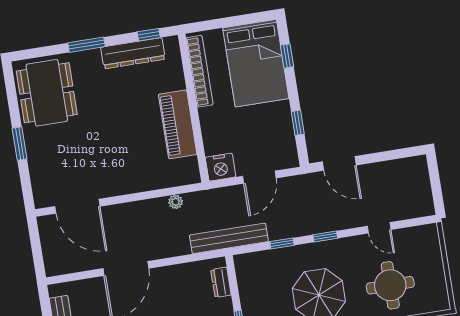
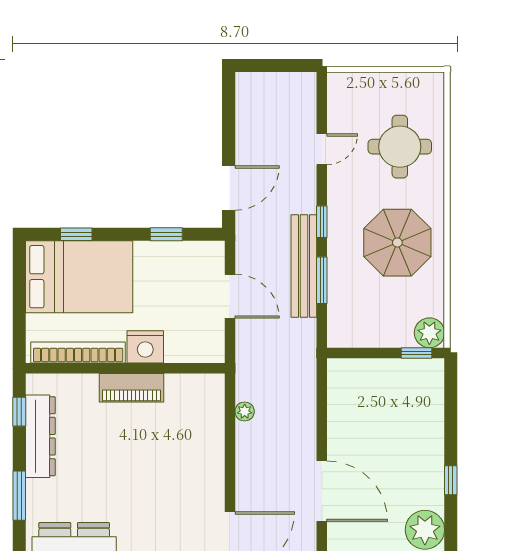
piano: (178, 124) -> (131, 388), width x0.73, depth x0.75
nightstand: (221, 167) -> (145, 347), moved, turned 90
bench: (229, 238) -> (304, 266), moved
window: (282, 243) -> (322, 280), width x1.50
dresser: (221, 282) -> (360, 369), removed

